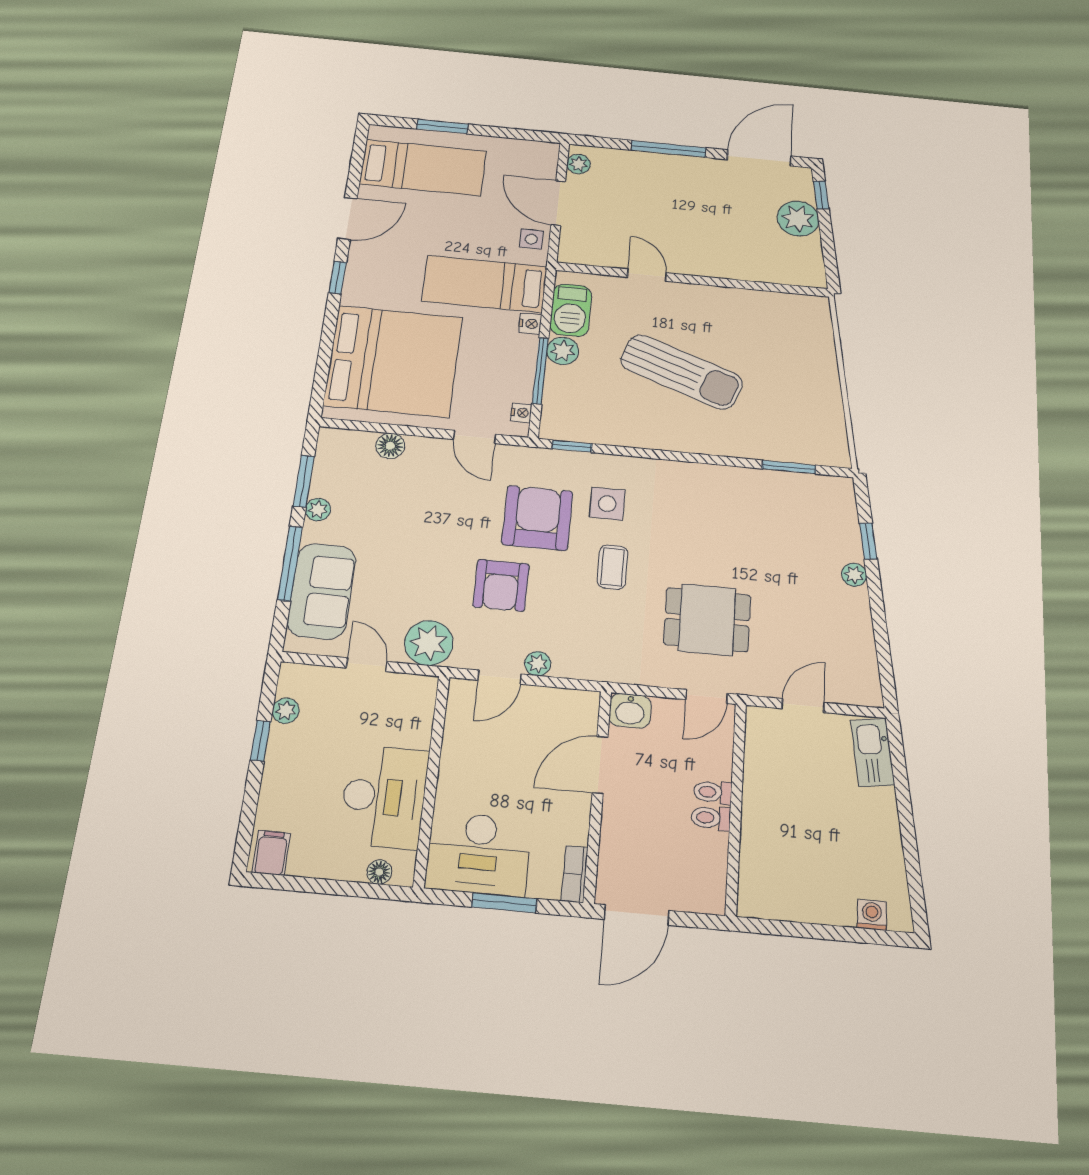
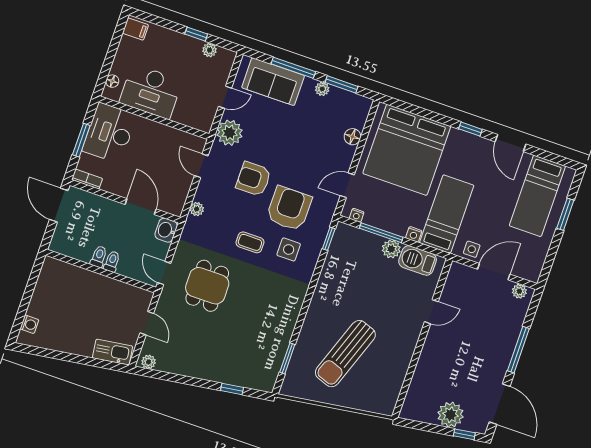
sun lounger: (681, 372) -> (345, 354), moved
armchair: (537, 518) -> (289, 208), turned -90
plant: (854, 575) -> (149, 362), moved
plant: (538, 664) -> (197, 209), moved

